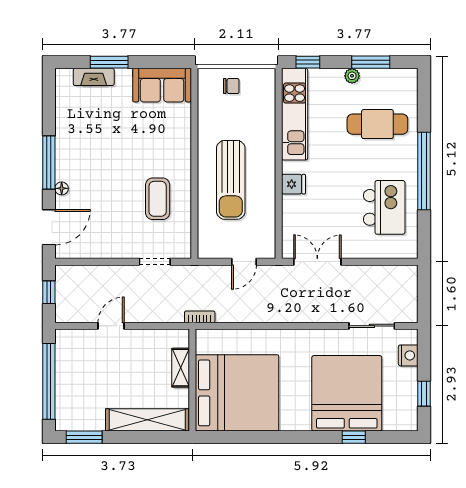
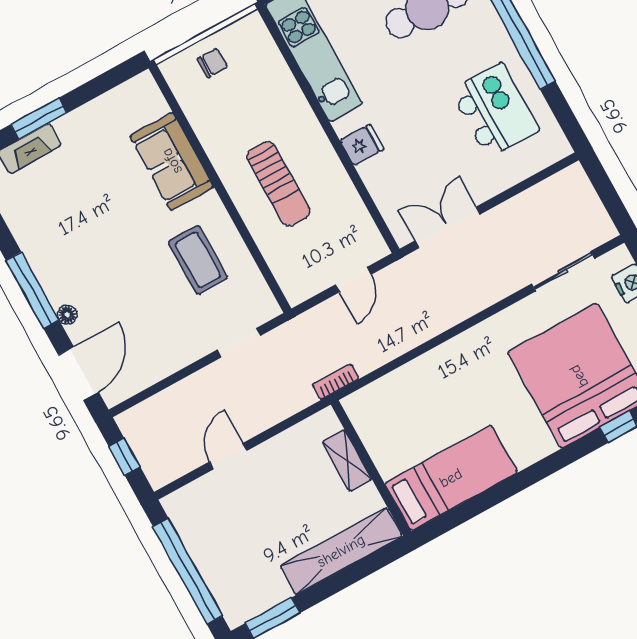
sofa: (162, 85) -> (172, 161), moved, turned 90
sun lounger: (231, 180) -> (278, 184), width x0.73, depth x0.75
bed: (237, 393) -> (451, 478), width x0.49

